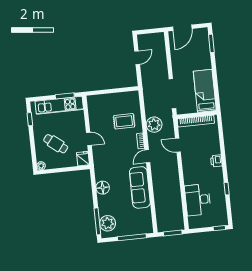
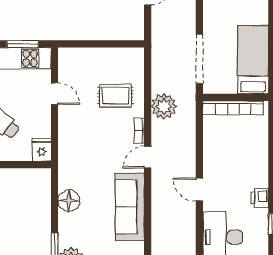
door: (89, 139) -> (55, 94), moved
door: (178, 145) -> (199, 190), moved
printer: (216, 161) -> (260, 198), moved

